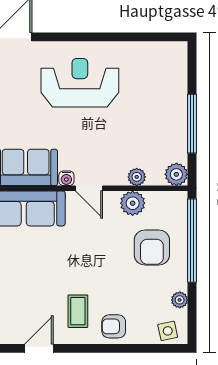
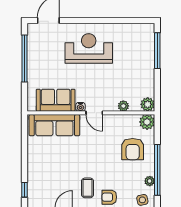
window: (192, 124) -> (157, 51), moved
plant: (133, 203) -> (147, 122), moved
window: (192, 241) -> (157, 170), moved

